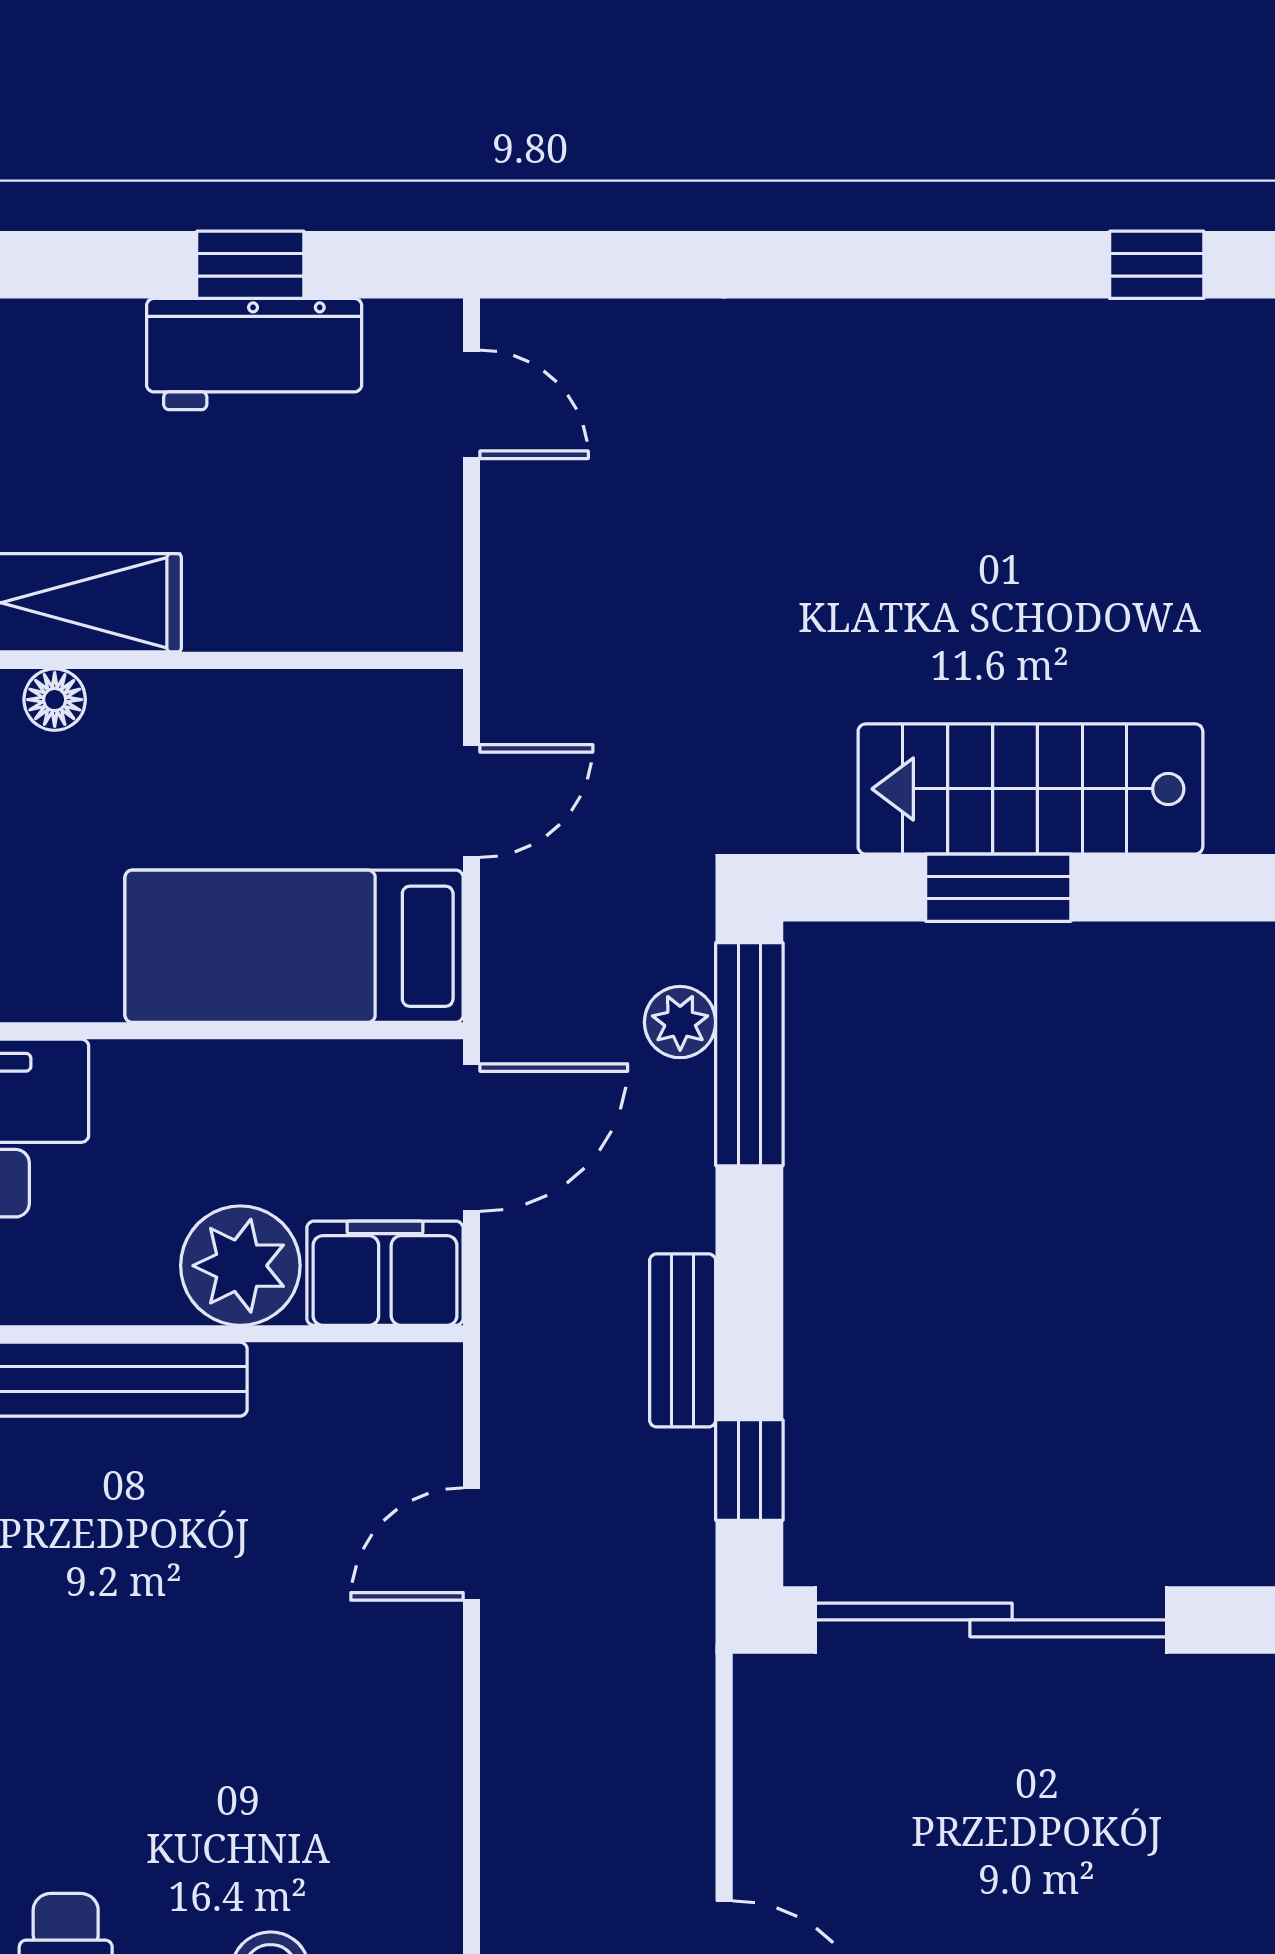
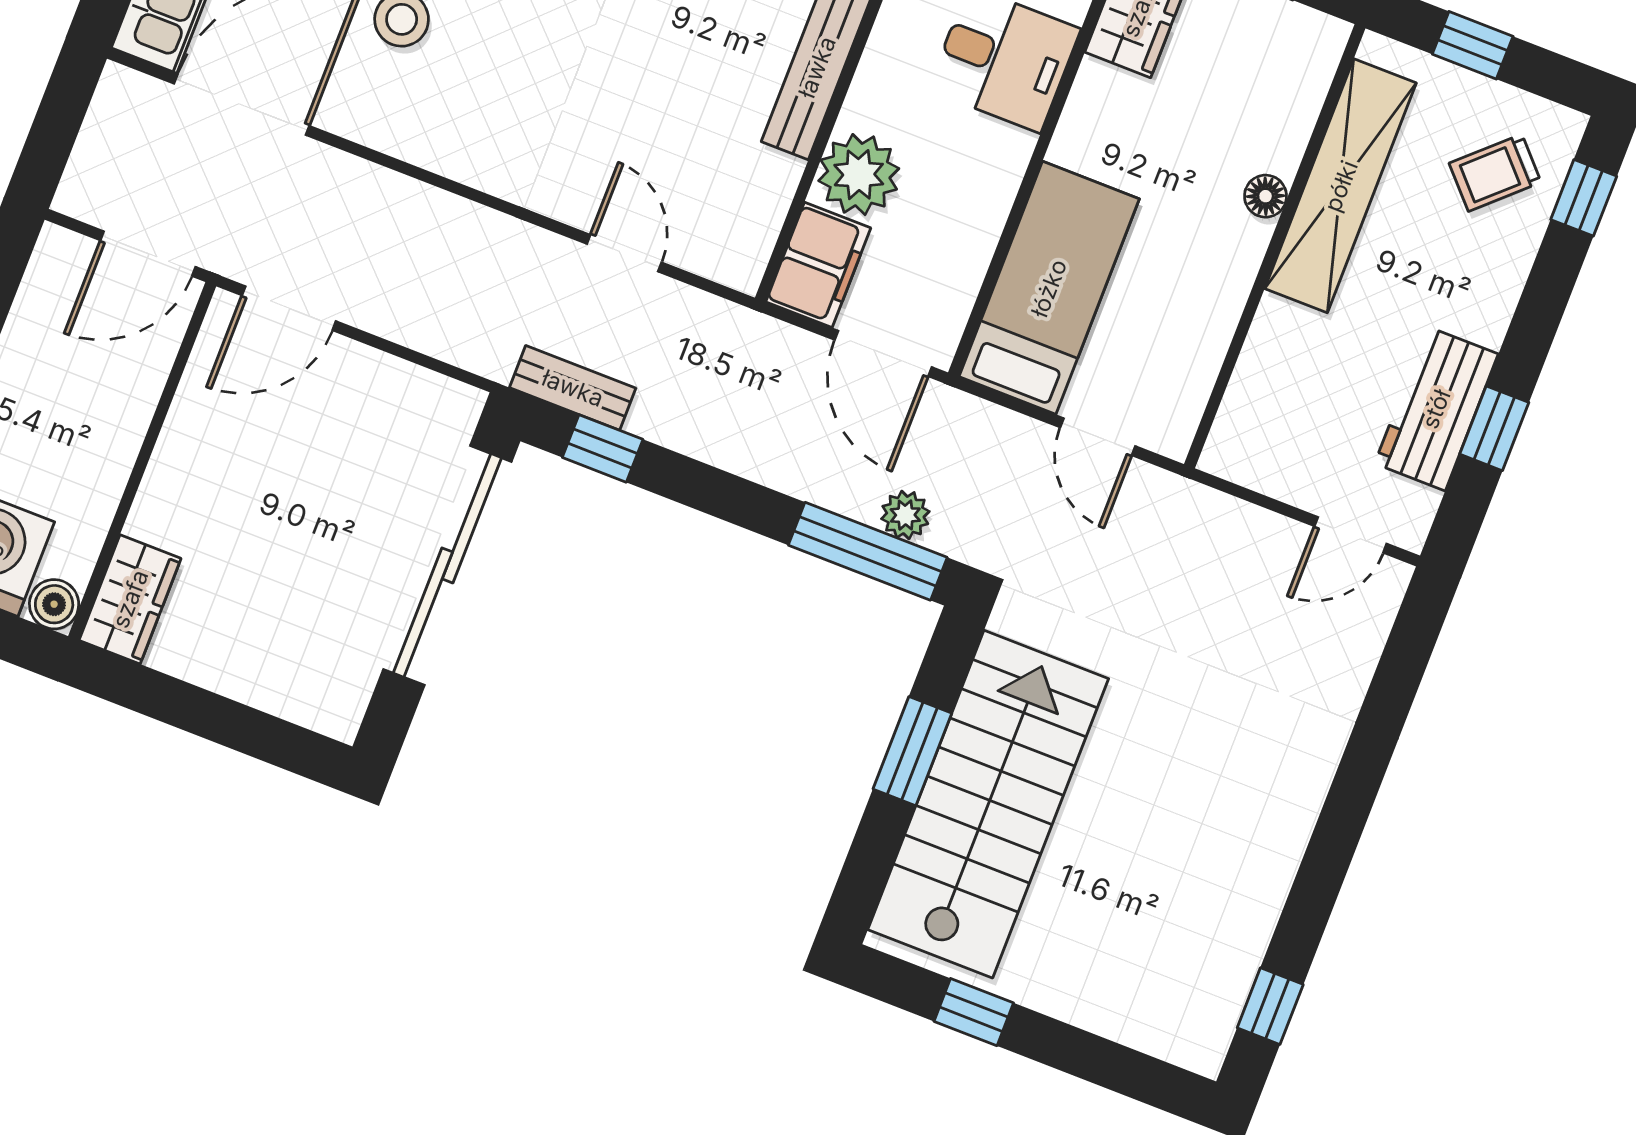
stairs: (1030, 789) -> (988, 804), width x1.36, depth x1.51
bench: (683, 1340) -> (573, 388), moved

